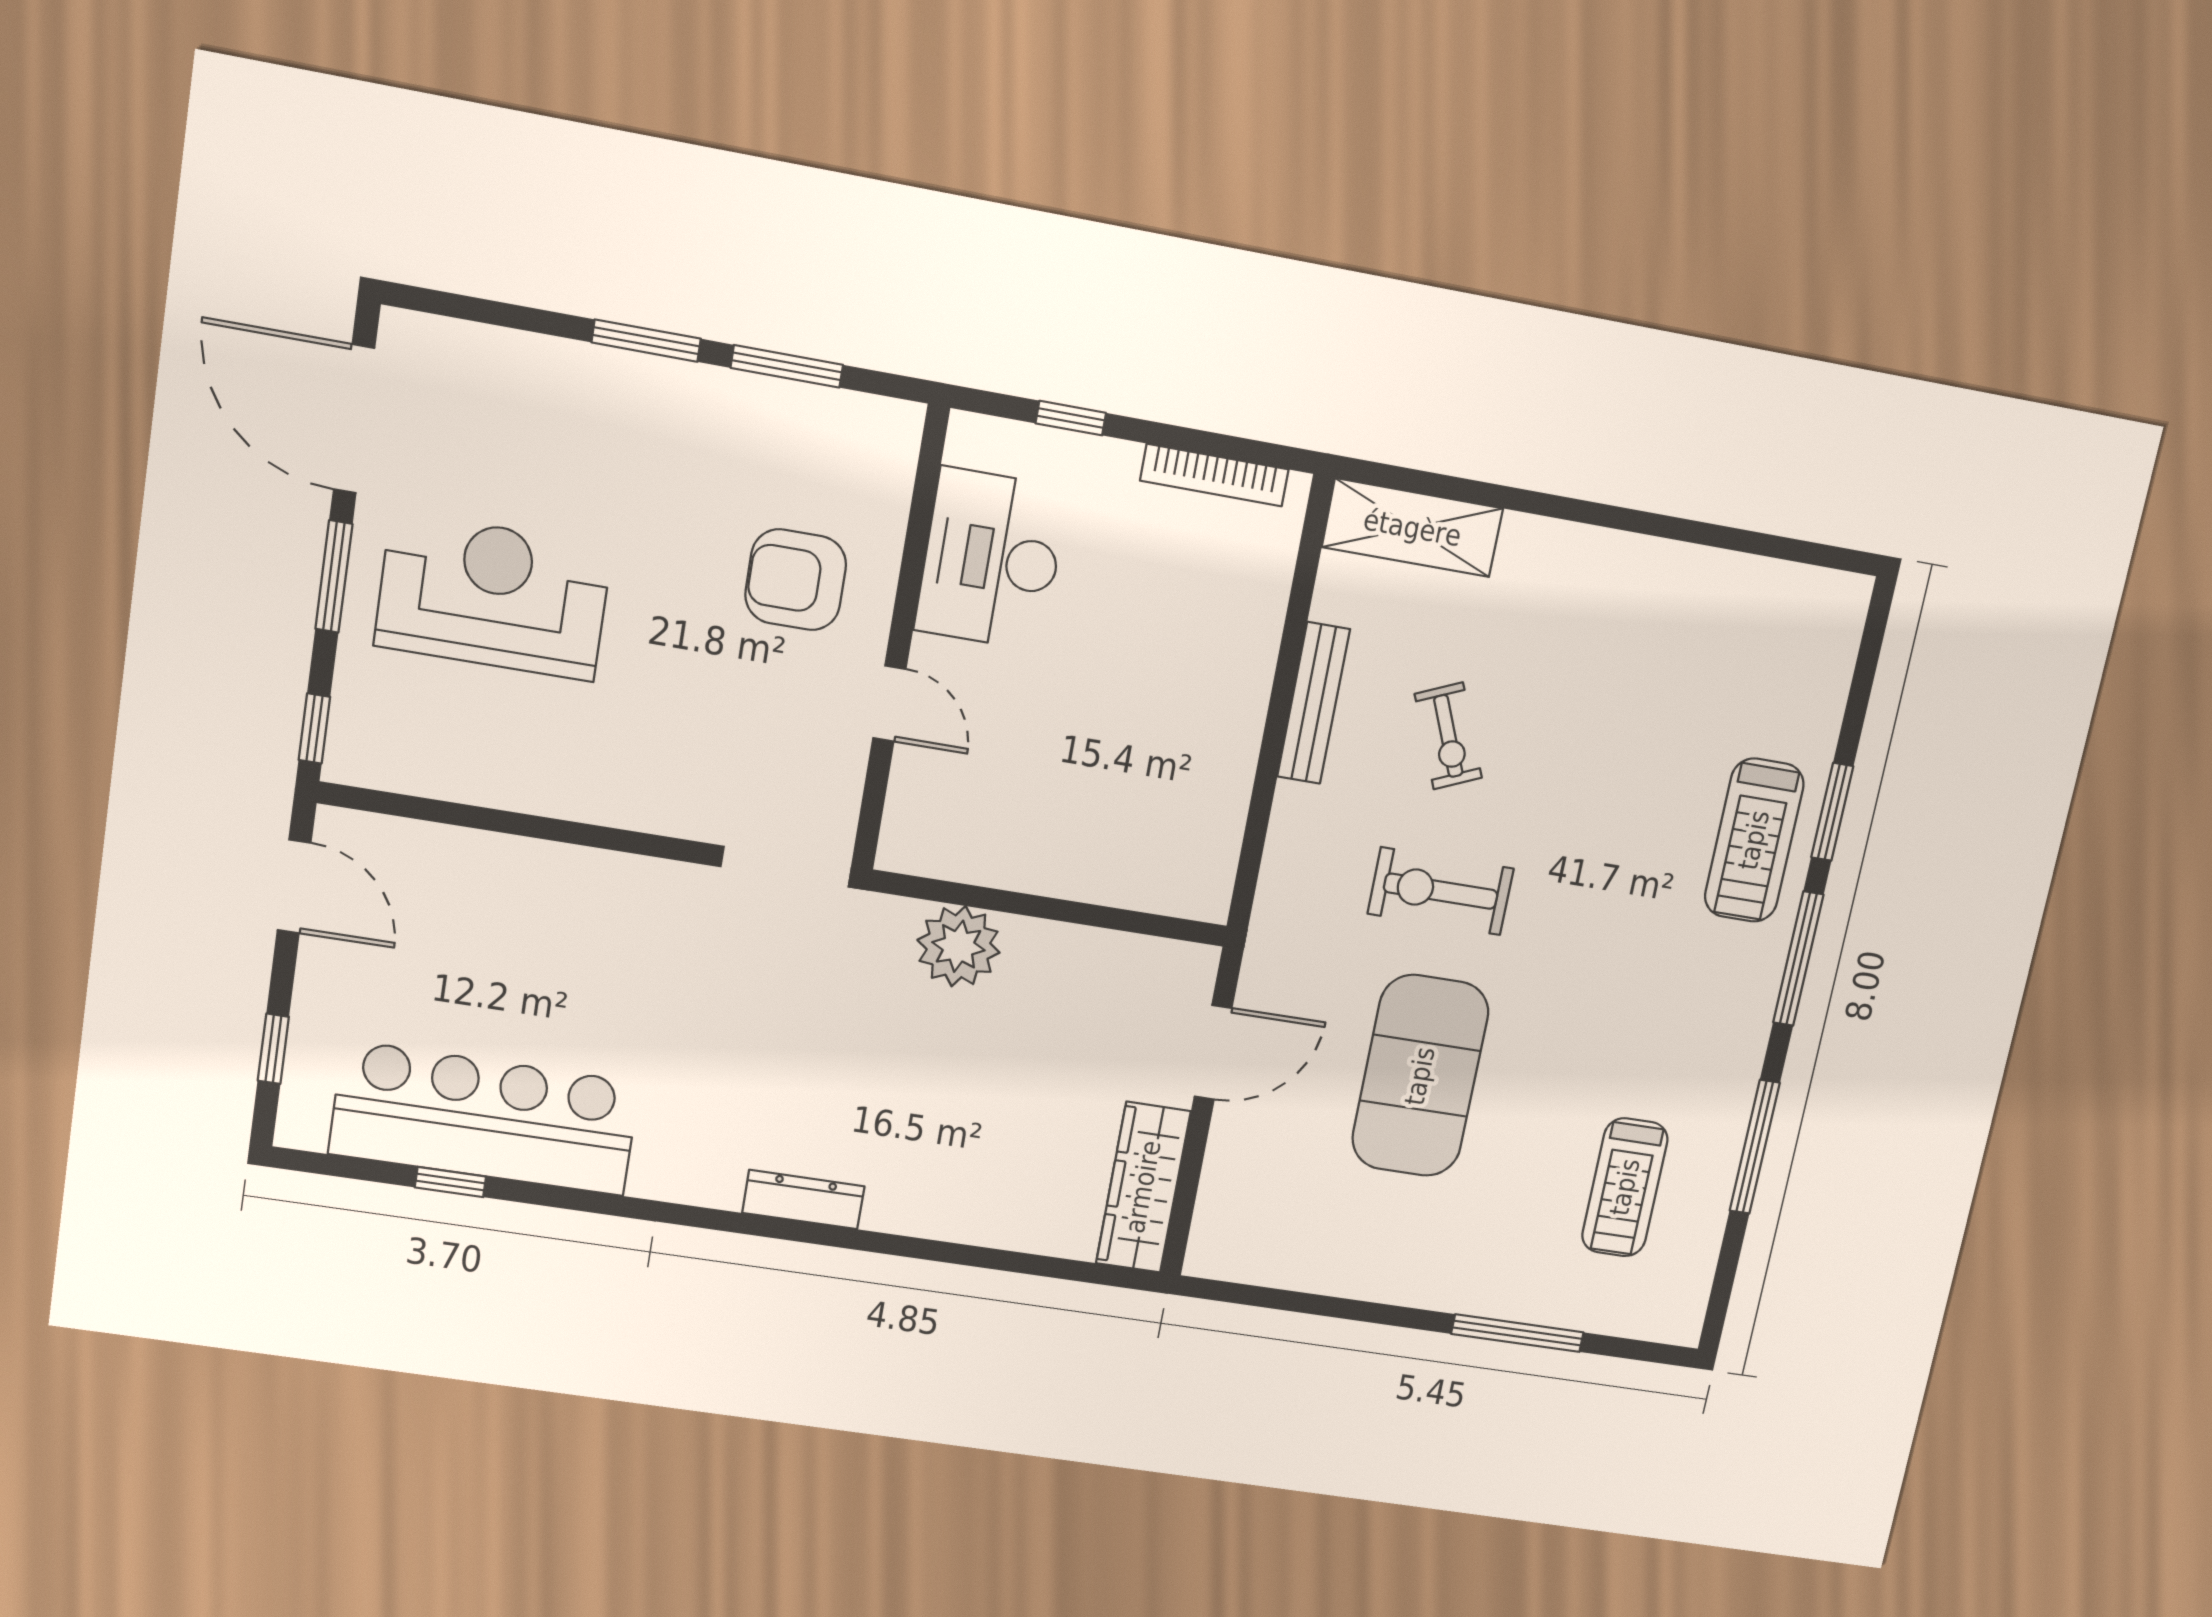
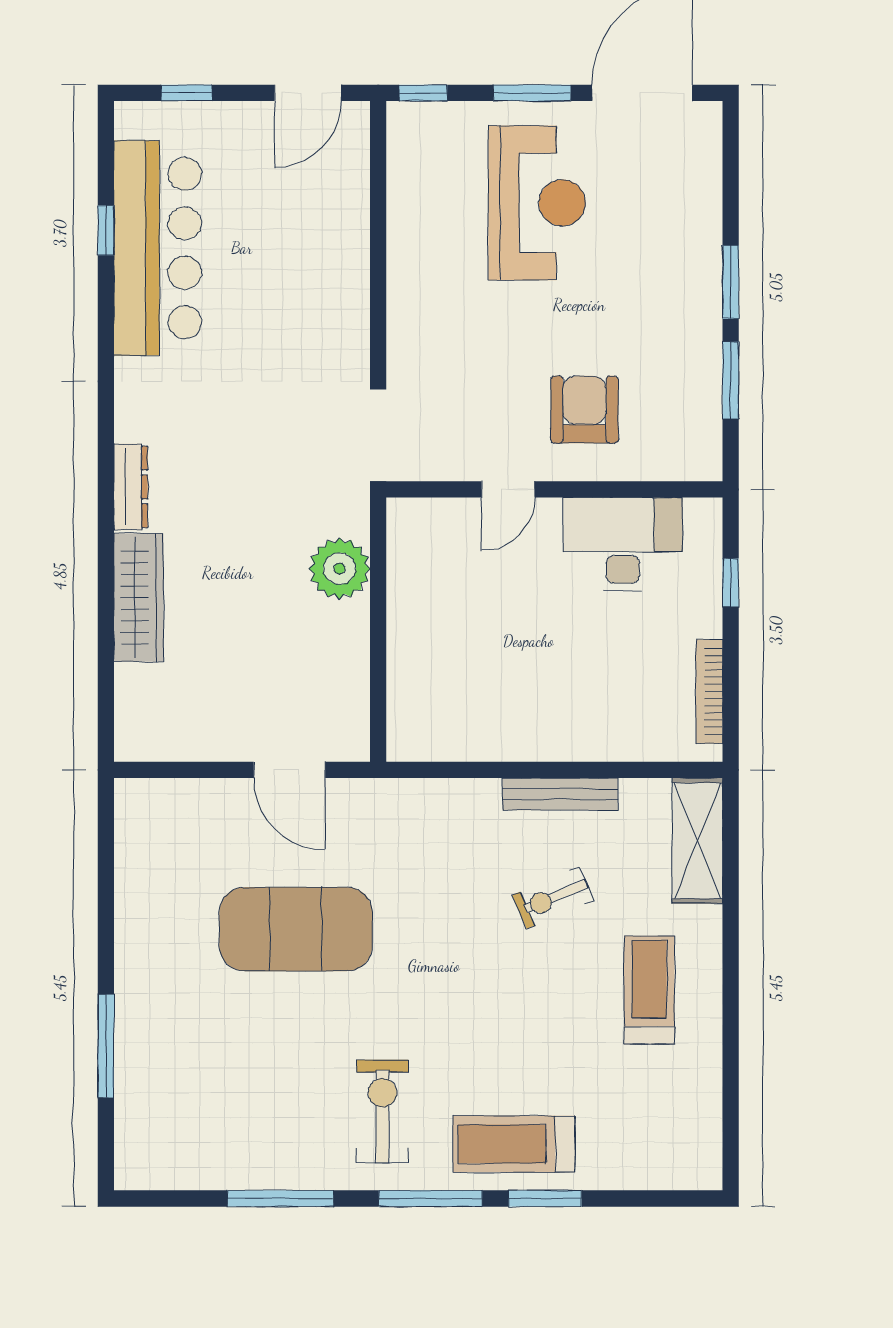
exercise bike: (1441, 891) -> (382, 1111), moved
wardrobe: (1143, 1187) -> (139, 598), moved, turned 90
treadmill: (1625, 1187) -> (649, 990), moved, turned 90

